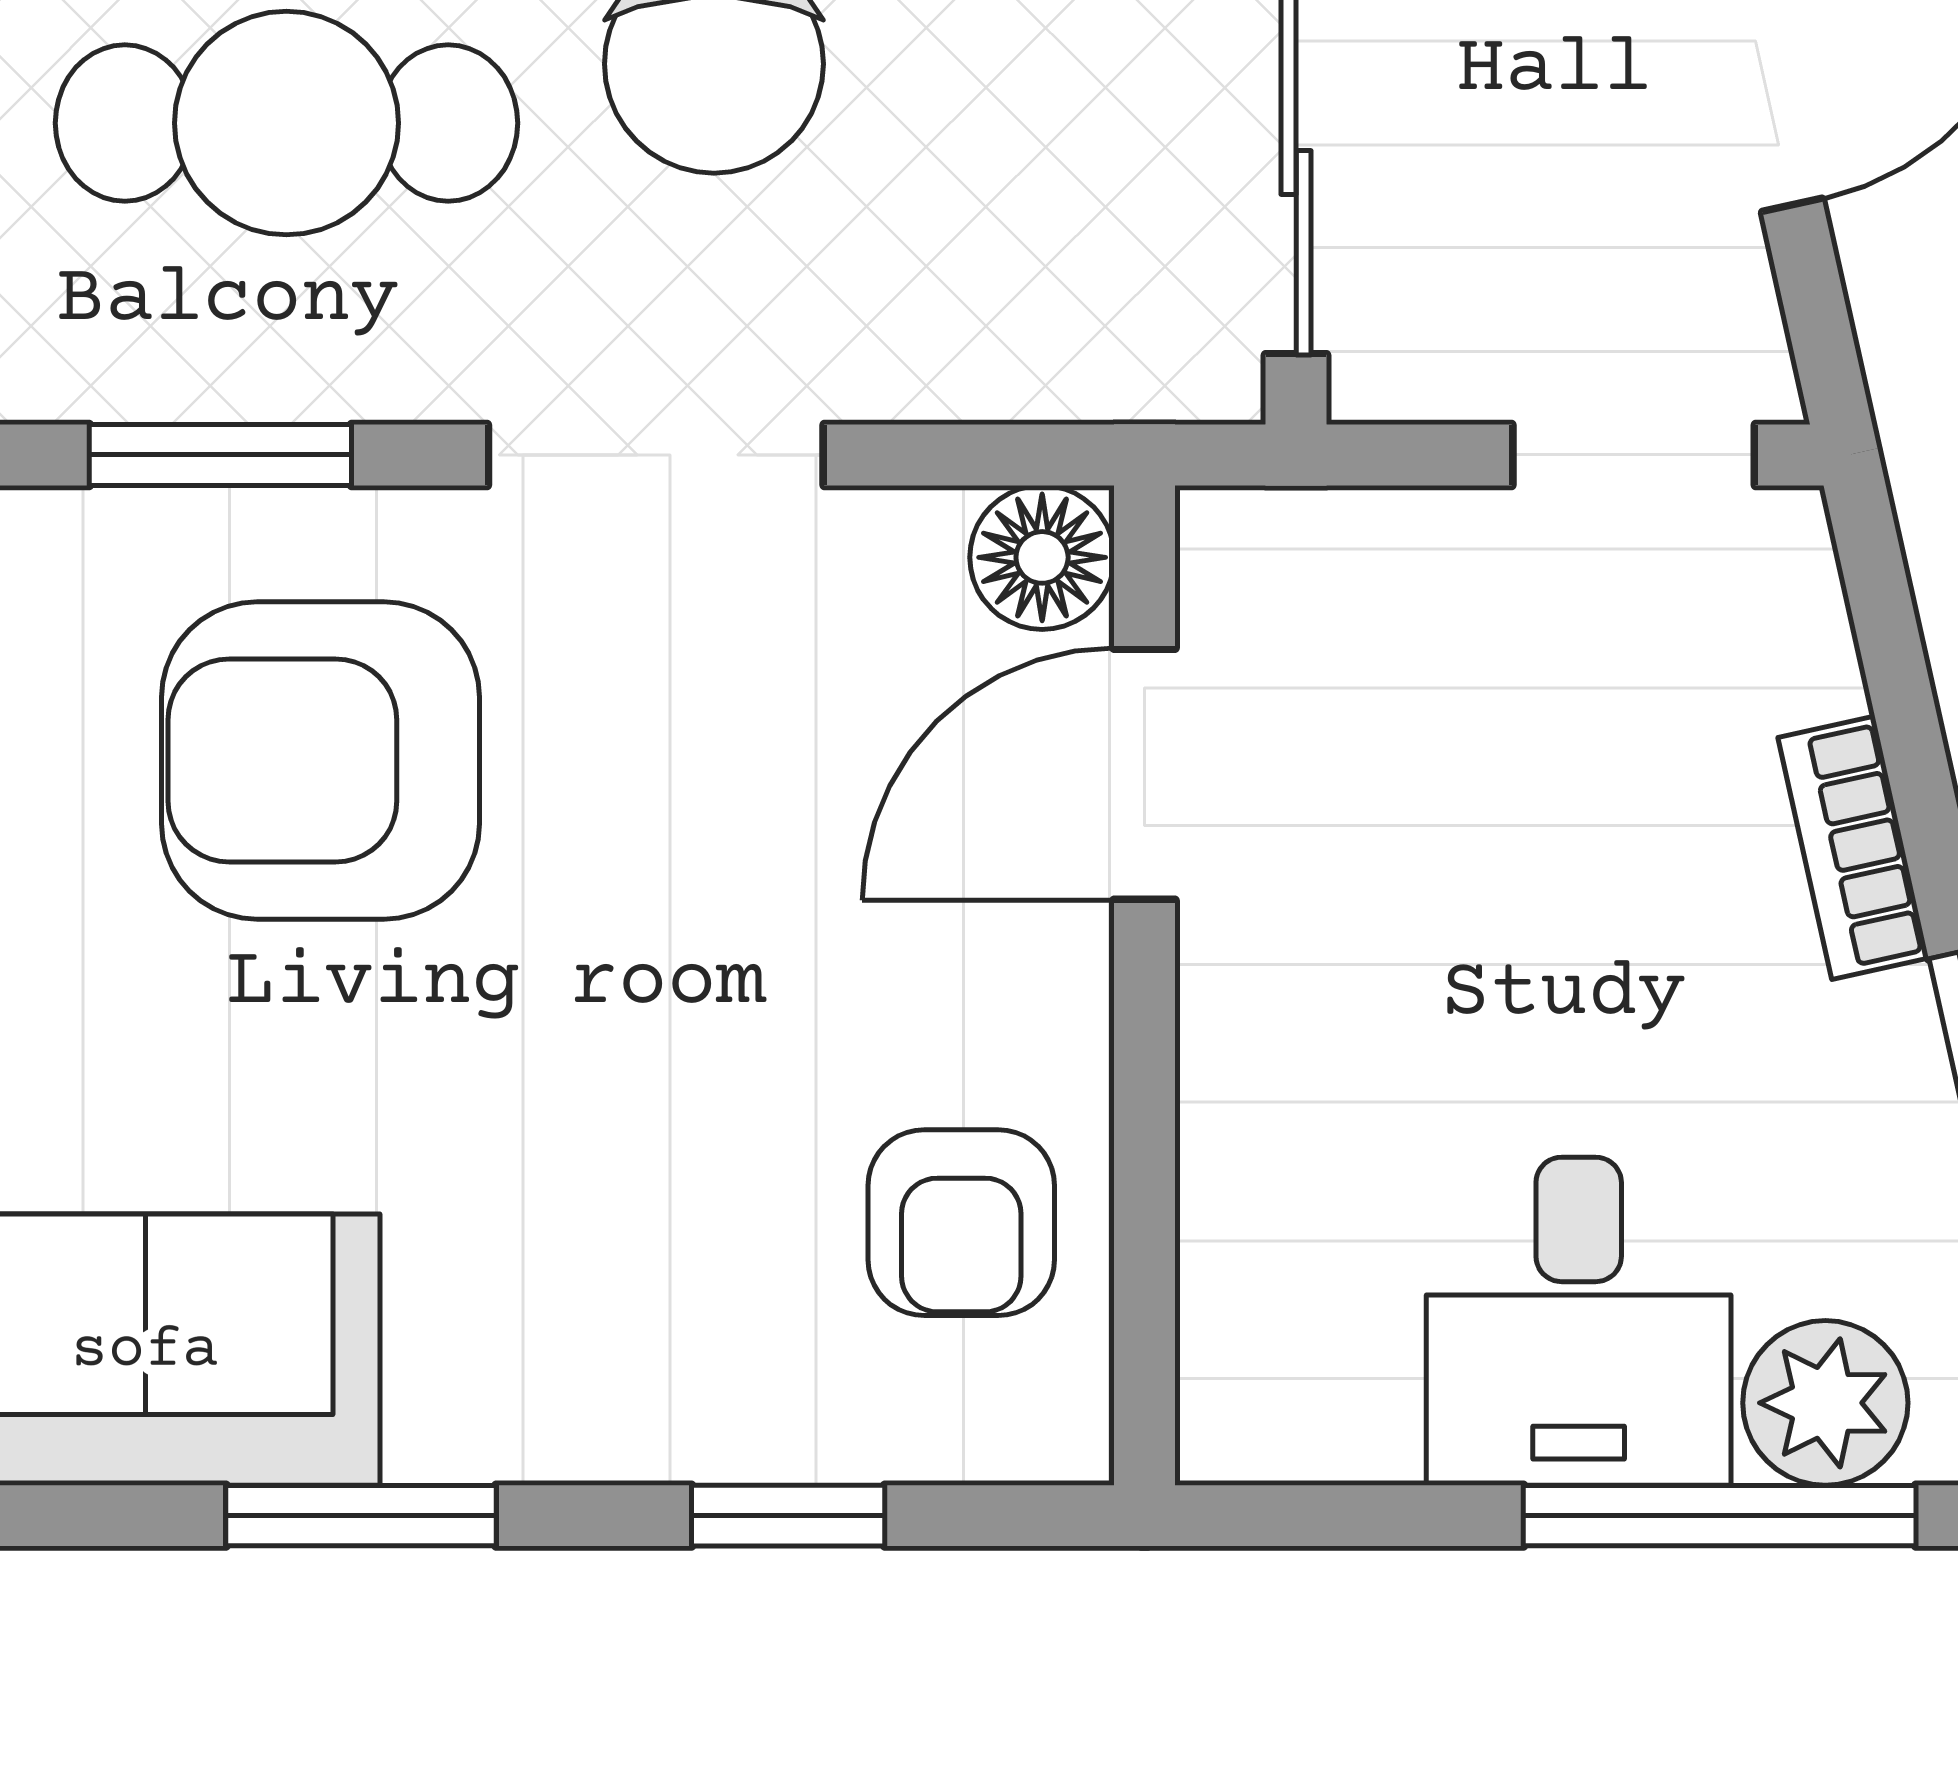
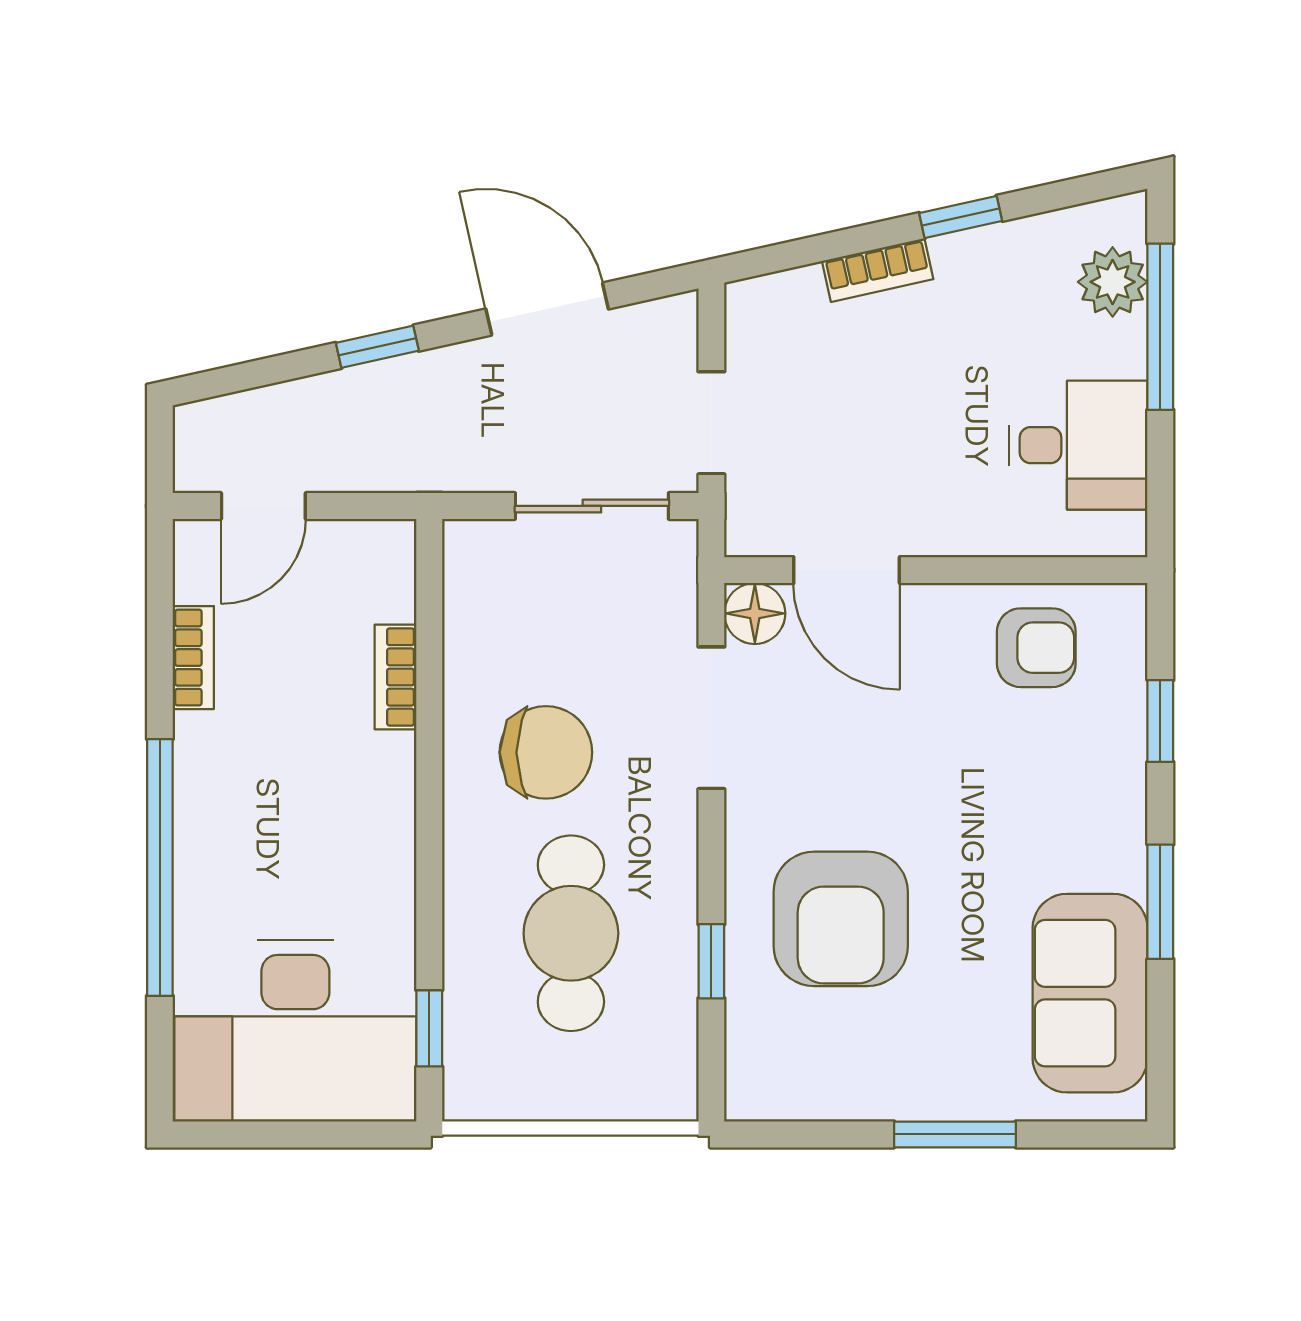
window: (220, 455) -> (711, 961), width x0.67
doorway: (656, 455) -> (711, 718), moved
doorway: (1634, 455) -> (711, 423), moved
desk: (1579, 1321) -> (1078, 445), moved

